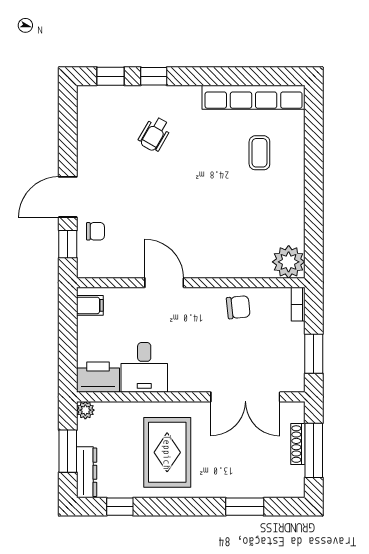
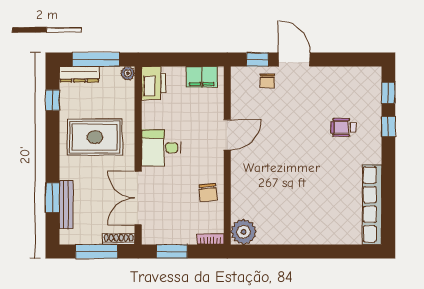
wheelchair: (155, 134) -> (343, 127), turned -30
coffee table: (259, 153) -> (329, 209), removed
filing cabinet: (90, 305) -> (202, 77), width x2.00
desk: (144, 367) -> (161, 148), moved
shoe rack: (298, 444) -> (119, 239), moved
window: (68, 451) -> (96, 59), width x1.44
bench: (254, 489) -> (66, 205), added

